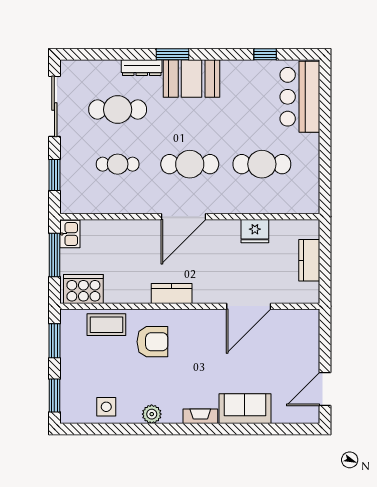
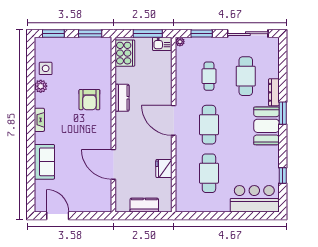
plant: (67, 207) -> (180, 42), added
kitchen counter: (172, 293) -> (122, 98), moved
coffee table: (106, 325) -> (101, 69), removed
plant: (152, 414) -> (41, 86), moved
fireplace: (200, 416) -> (39, 120), moved

